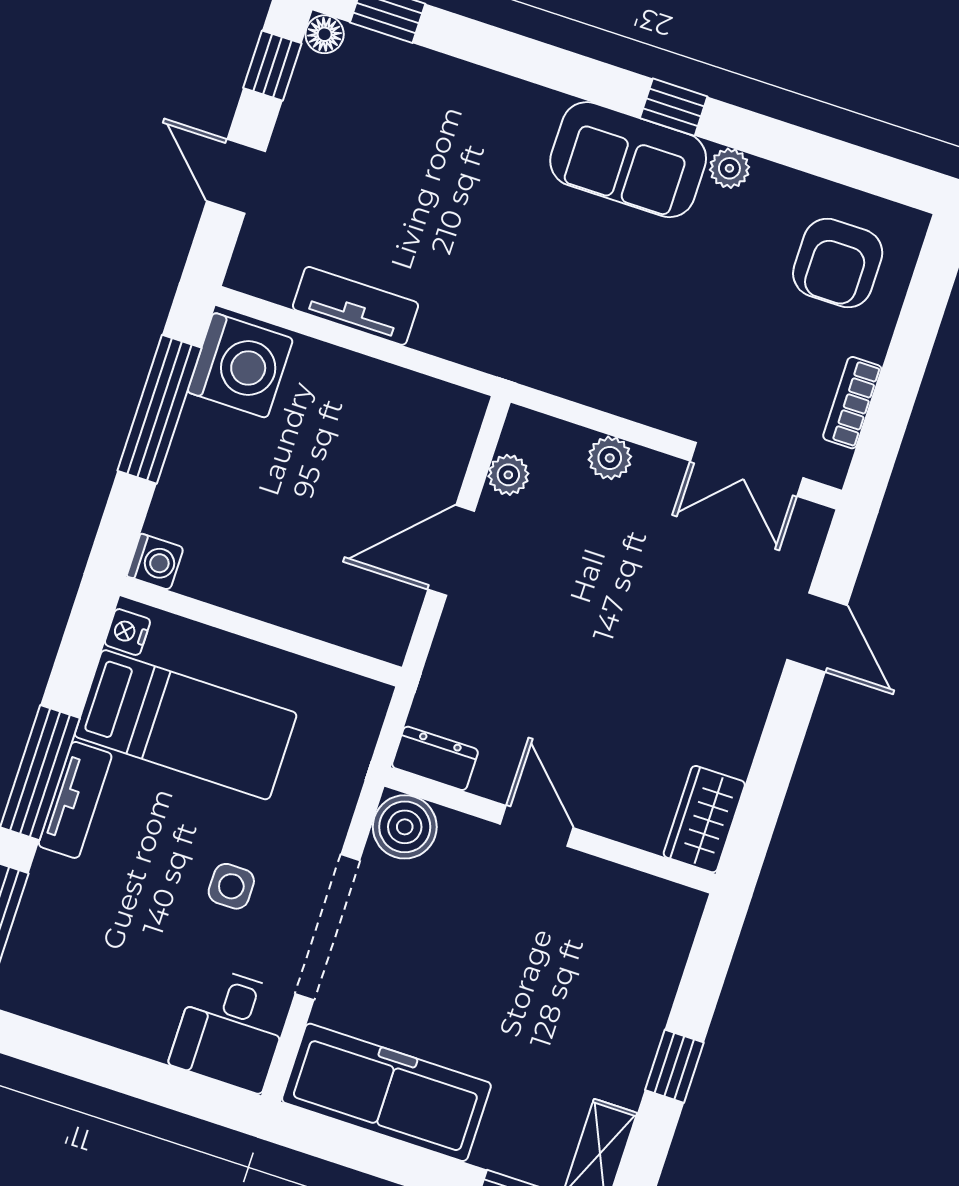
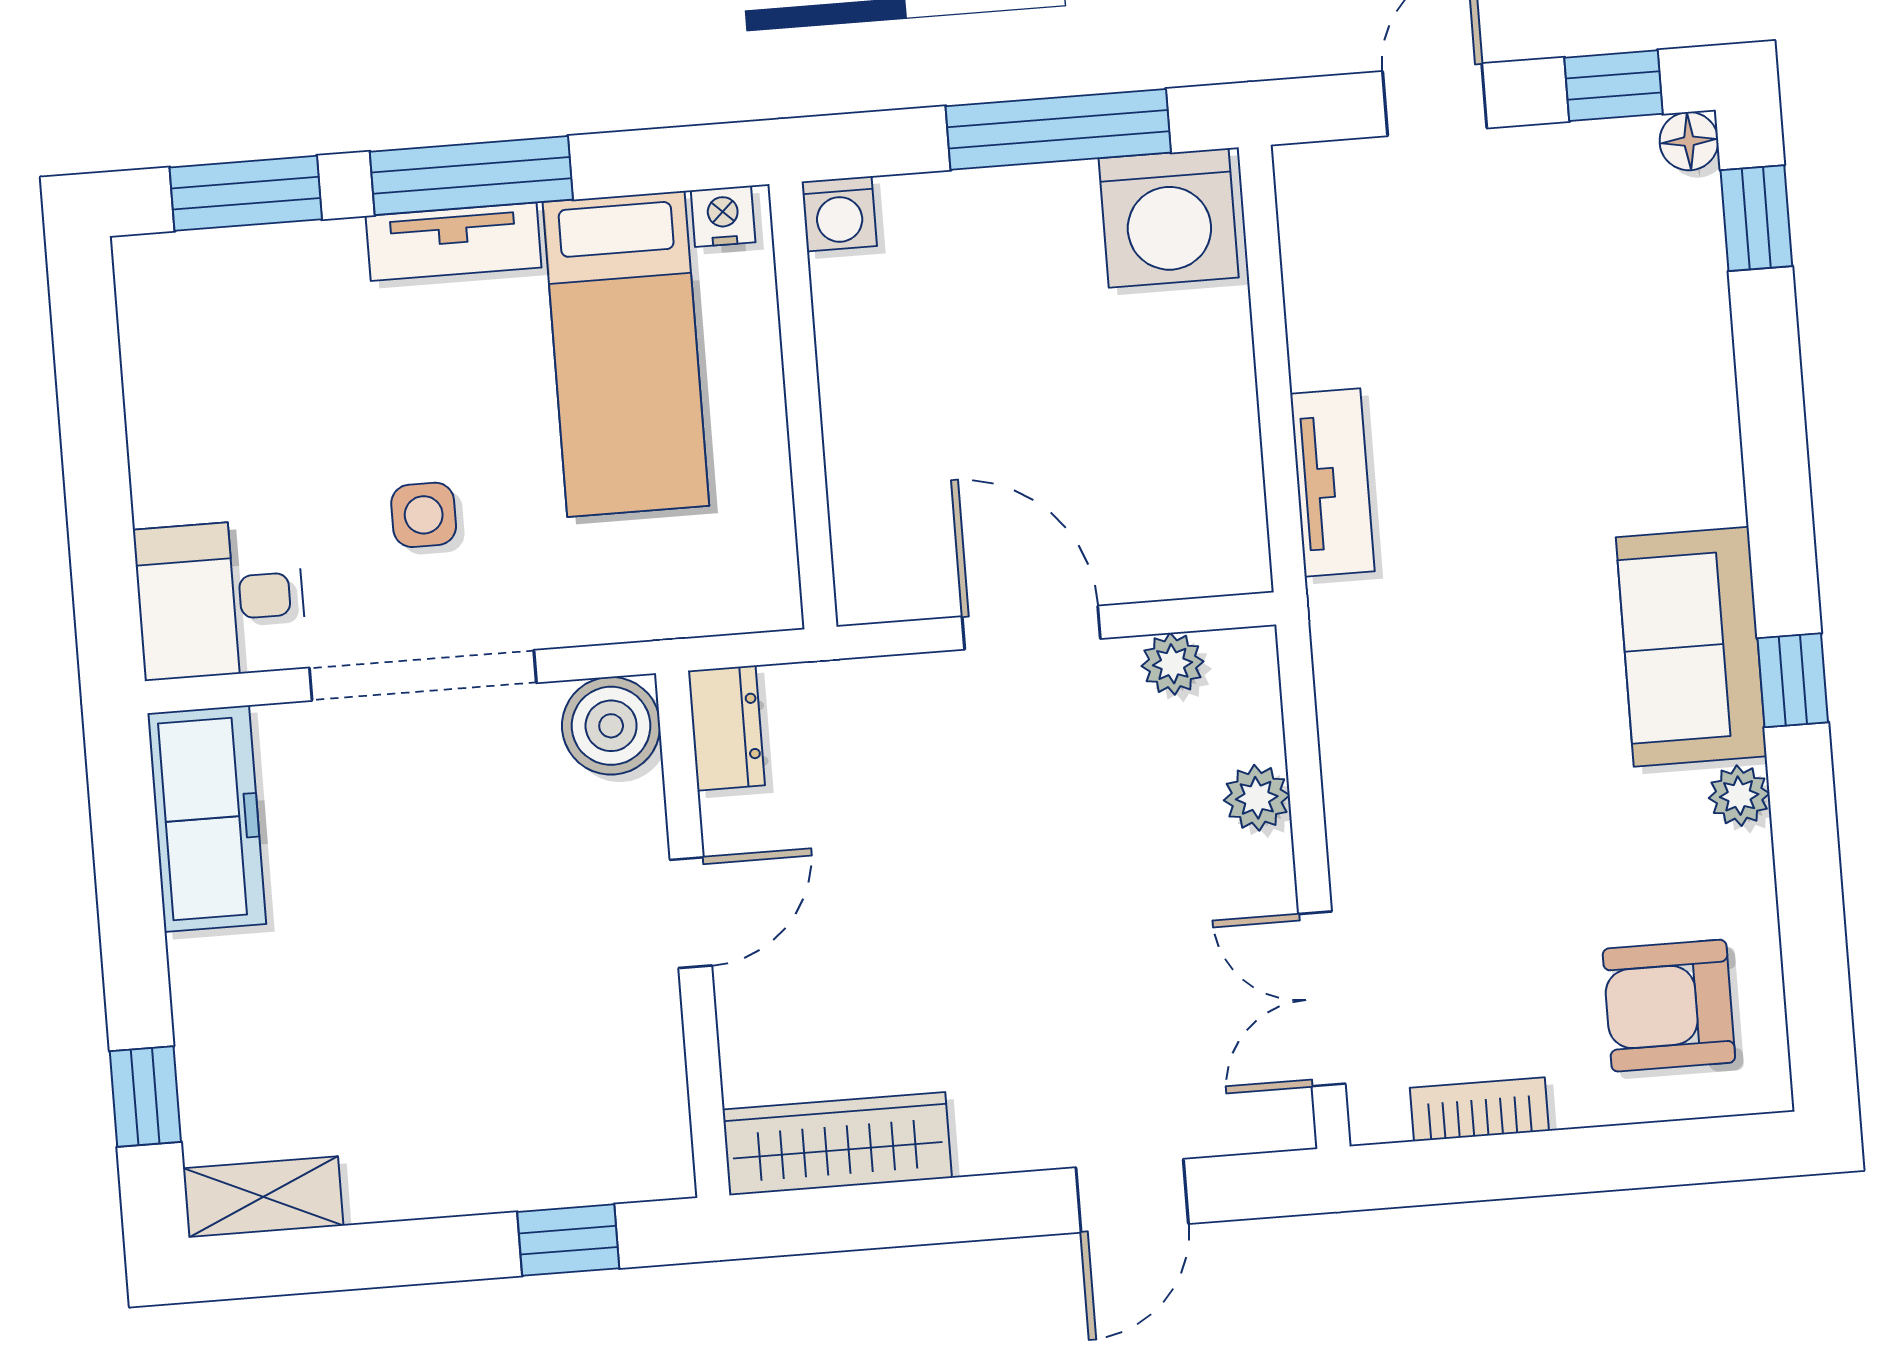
tv unit: (356, 306) -> (1332, 482), moved
wardrobe: (704, 819) -> (837, 1144), width x1.50
window: (674, 1066) -> (568, 1240), moved
freezer: (386, 1092) -> (207, 819), width x0.73, depth x0.79

